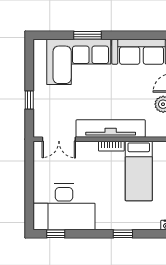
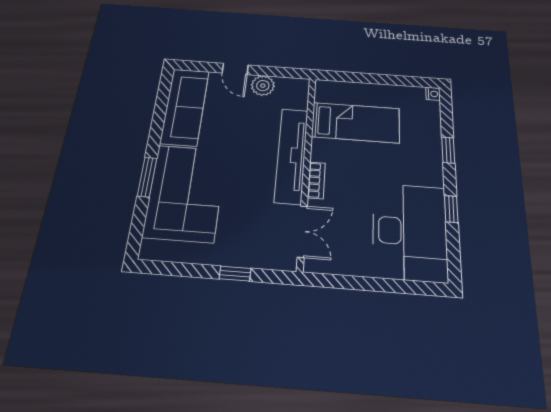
bookcase: (111, 146) -> (316, 180), moved
window: (56, 234) -> (451, 209), moved

